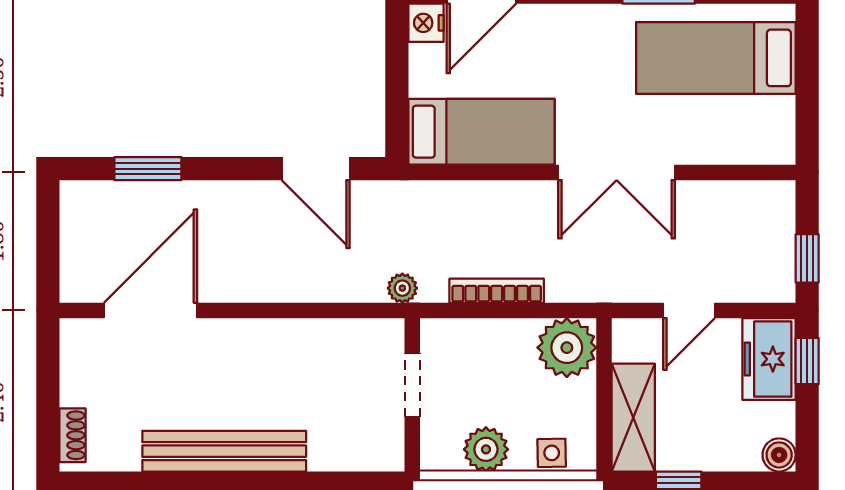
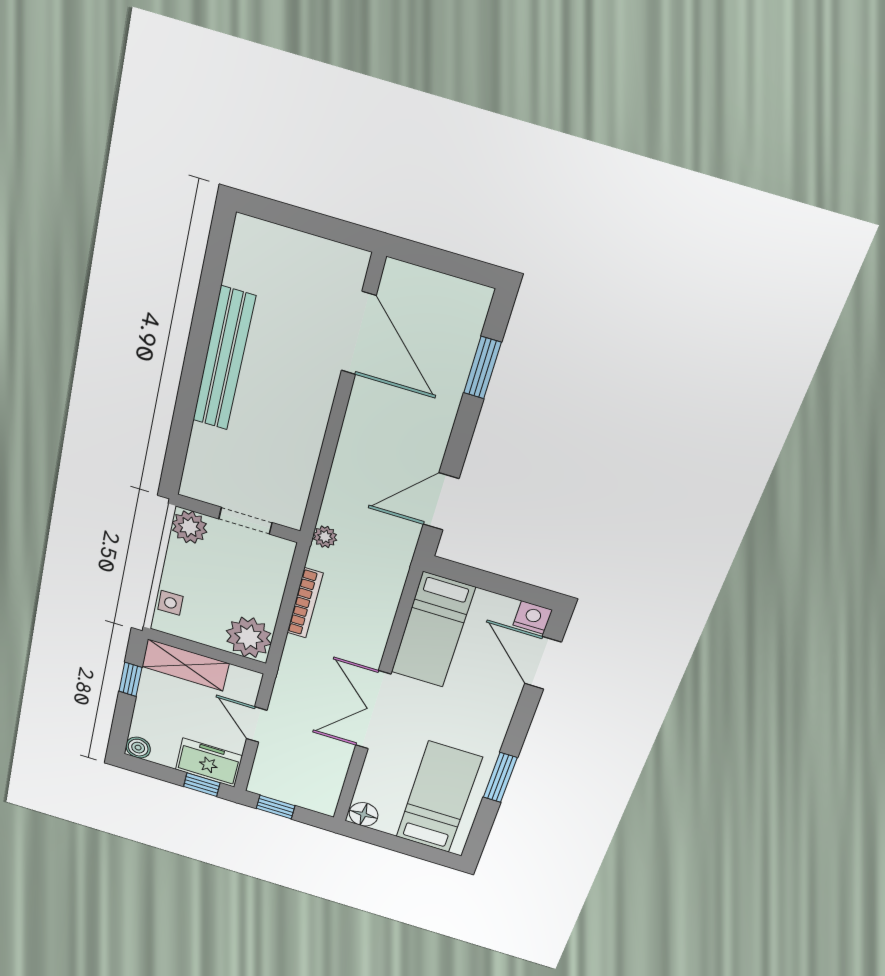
floor lamp: (777, 144) -> (364, 814), added
shoe rack: (73, 435) -> (266, 233), removed
plant: (486, 449) -> (189, 527), moved

